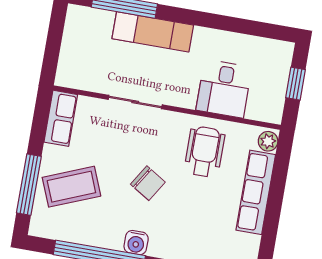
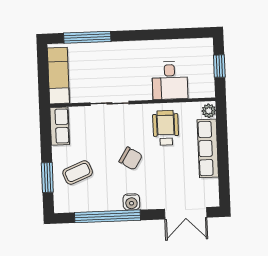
exam couch: (153, 32) -> (58, 76), moved, turned -90
window: (29, 185) -> (47, 178), width x0.69
coffee table: (71, 187) -> (78, 172), width x0.73, depth x0.77

